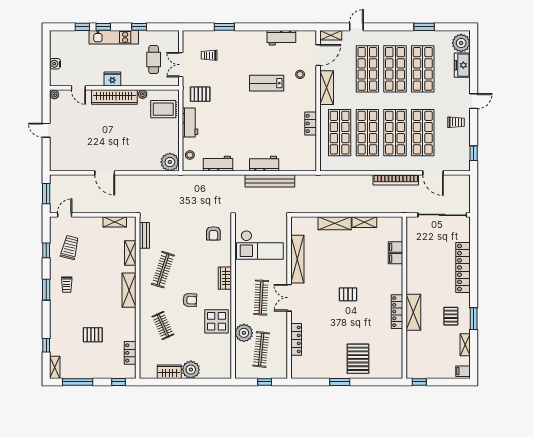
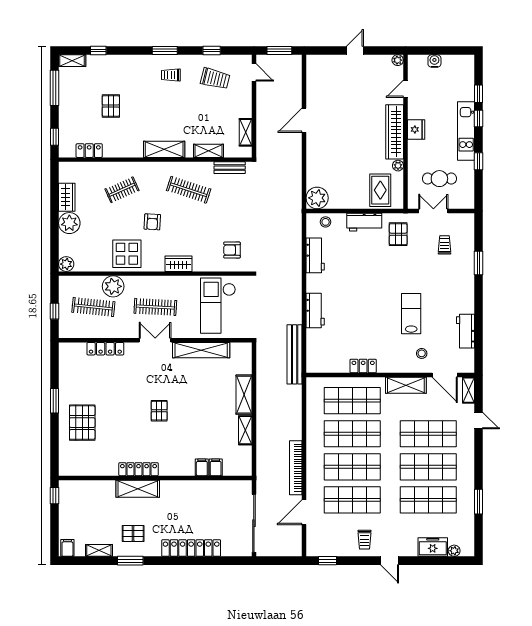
plant: (461, 43) -> (454, 551), width x0.53, depth x0.53
bench: (270, 181) -> (295, 354), moved
pallet: (358, 359) -> (82, 423), turned 90
plant: (225, 372) -> (66, 264), added

